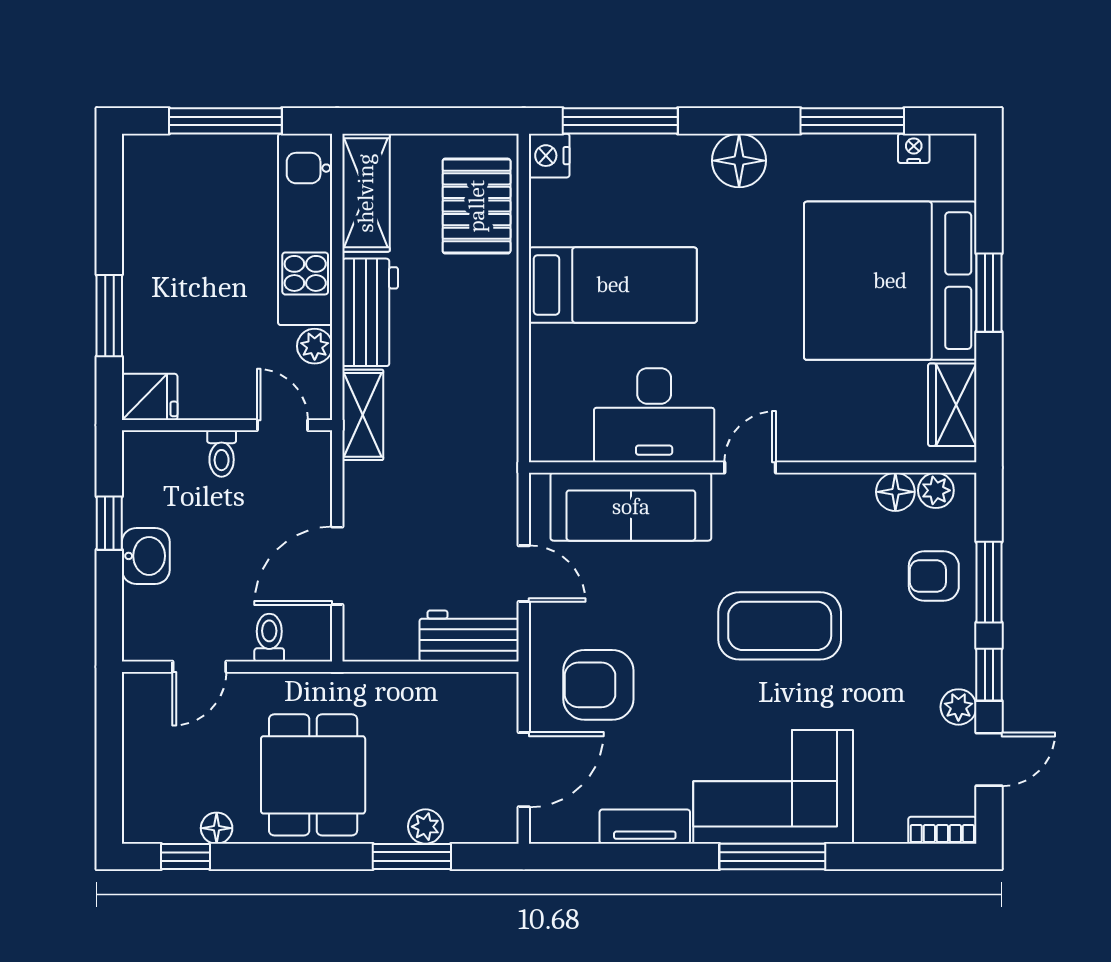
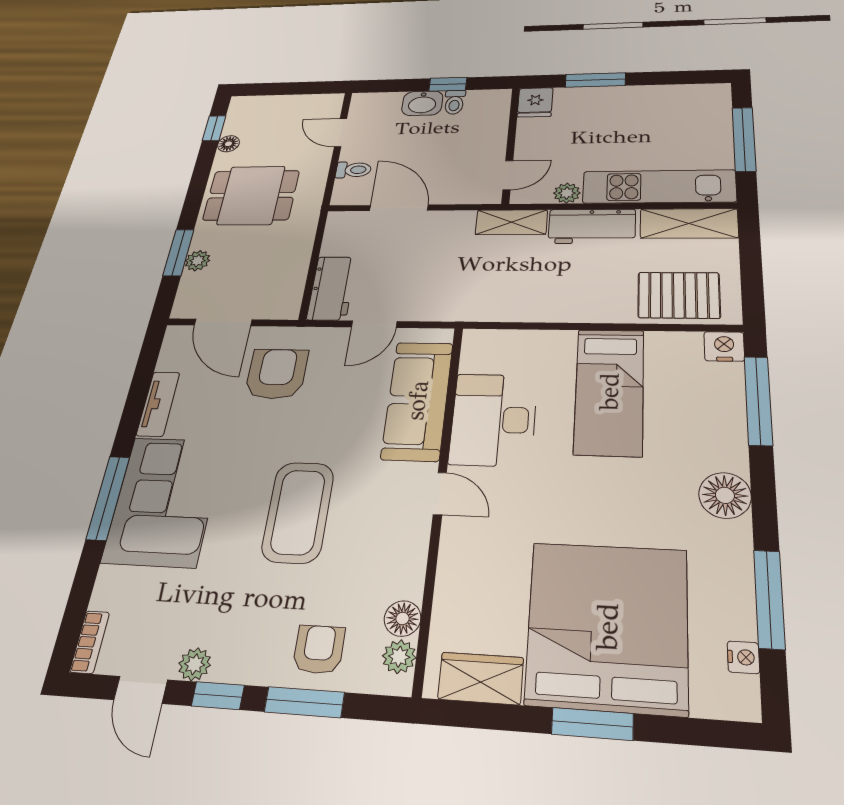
toilet: (222, 454) -> (454, 102), moved, turned -90

